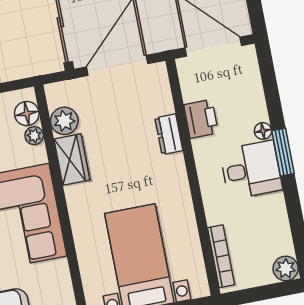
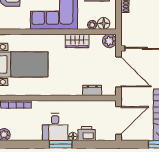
printer: (201, 119) -> (87, 134), moved, turned 180
plant: (64, 121) -> (109, 41), moved
dresser: (169, 134) -> (92, 90), moved

